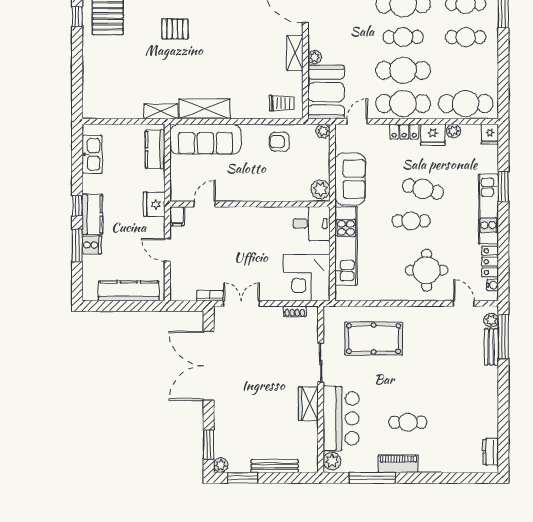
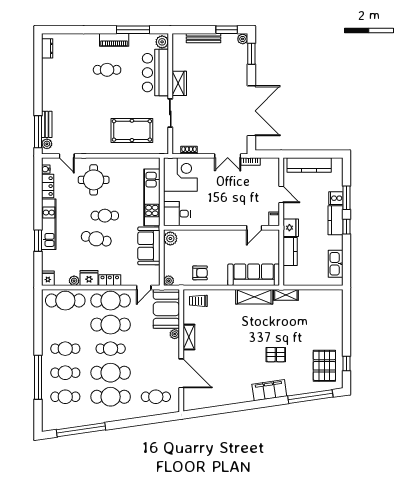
kitchen counter: (155, 149) -> (290, 252), moved

